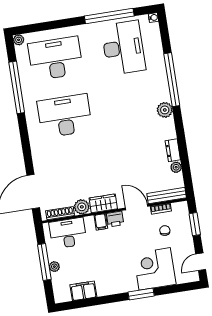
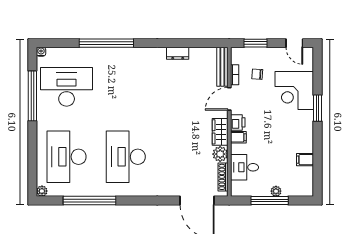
plant: (165, 110) -> (136, 55), removed
plant: (176, 167) -> (195, 53), removed
desk: (68, 233) -> (244, 167), width x0.73
filing cabinet: (83, 291) -> (305, 160), width x0.50

